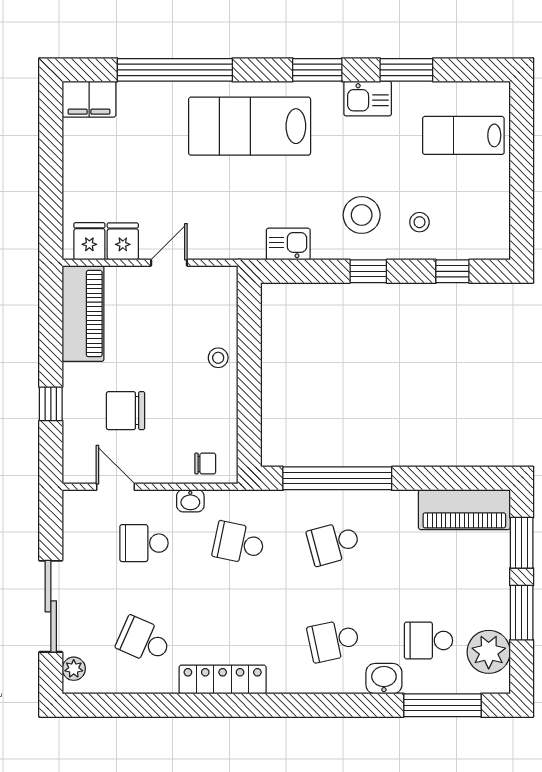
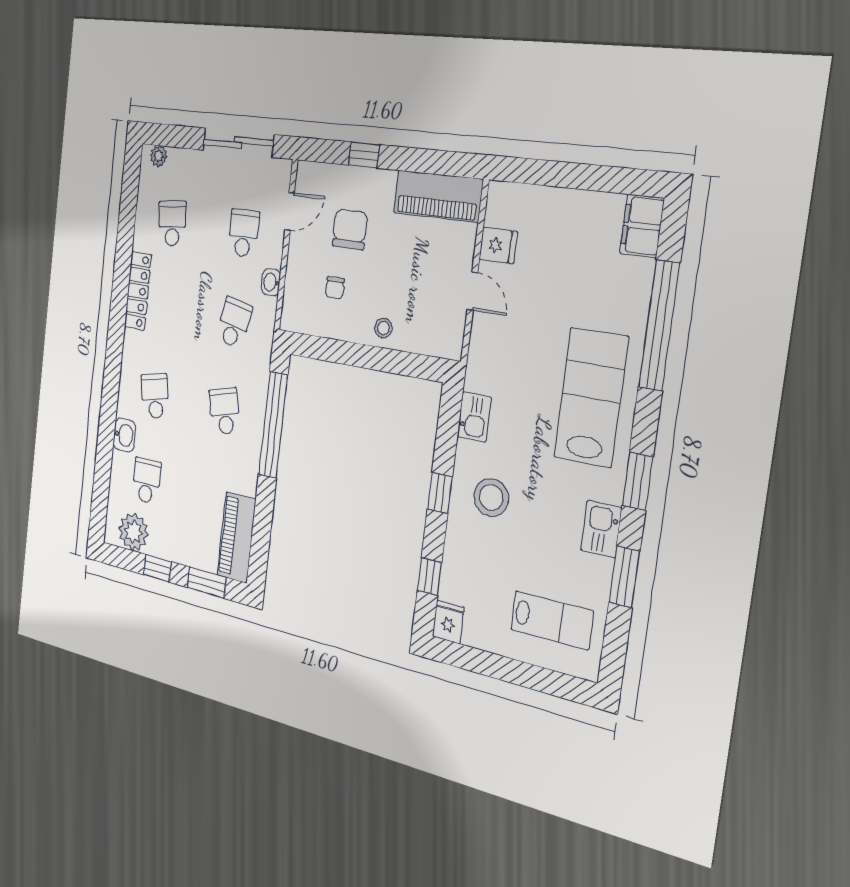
lab bench: (463, 135) -> (552, 620), turned 90
stool: (419, 222) -> (477, 555), removed
fridge: (89, 241) -> (448, 622), moved, turned -90
chair: (205, 464) -> (335, 288), moved
sliding door: (51, 606) -> (238, 143), moved
window: (522, 613) -> (157, 568), width x0.67
school desk: (144, 640) -> (172, 223), turned -30
window: (442, 705) -> (102, 482), removed

